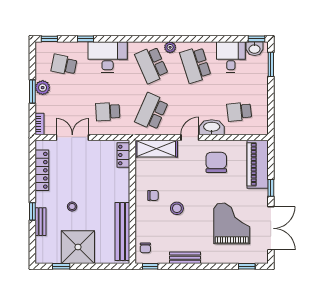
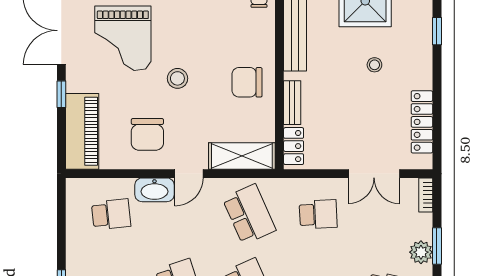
school desk: (152, 112) -> (249, 214), turned -48
chair: (153, 195) -> (247, 82), width x1.87, depth x1.87
stool: (177, 208) -> (177, 78), moved
window: (32, 211) -> (437, 31), moved
bench: (41, 222) -> (292, 103), moved

